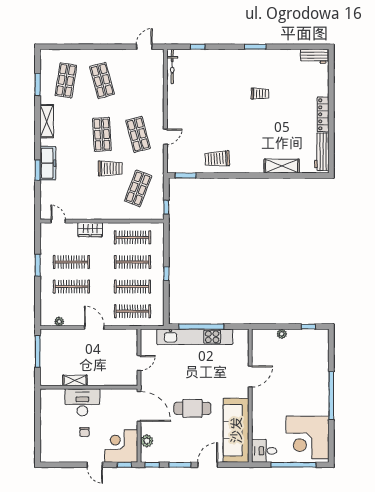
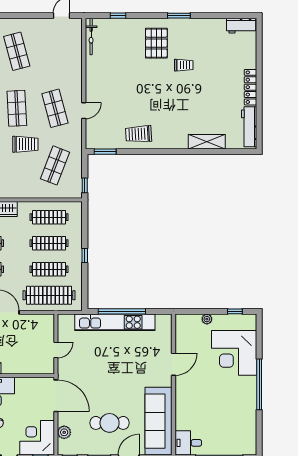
pallet: (234, 73) -> (156, 43), added
clothes rail: (132, 311) -> (49, 295), width x1.37, depth x1.31
cafe table: (192, 408) -> (110, 423), moved
corner desk: (308, 437) -> (234, 353), moved

